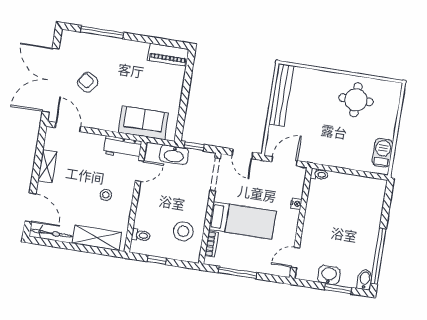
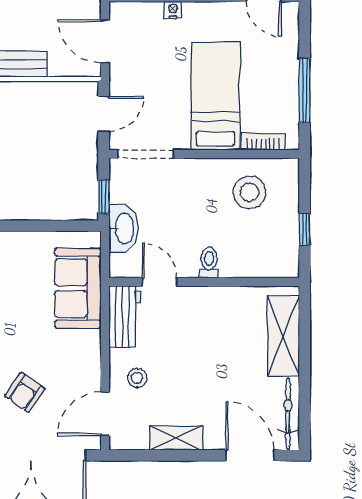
stool: (106, 195) -> (137, 378), moved
door: (30, 207) -> (250, 455), hinge flipped
toilet: (141, 235) -> (209, 263), moved

